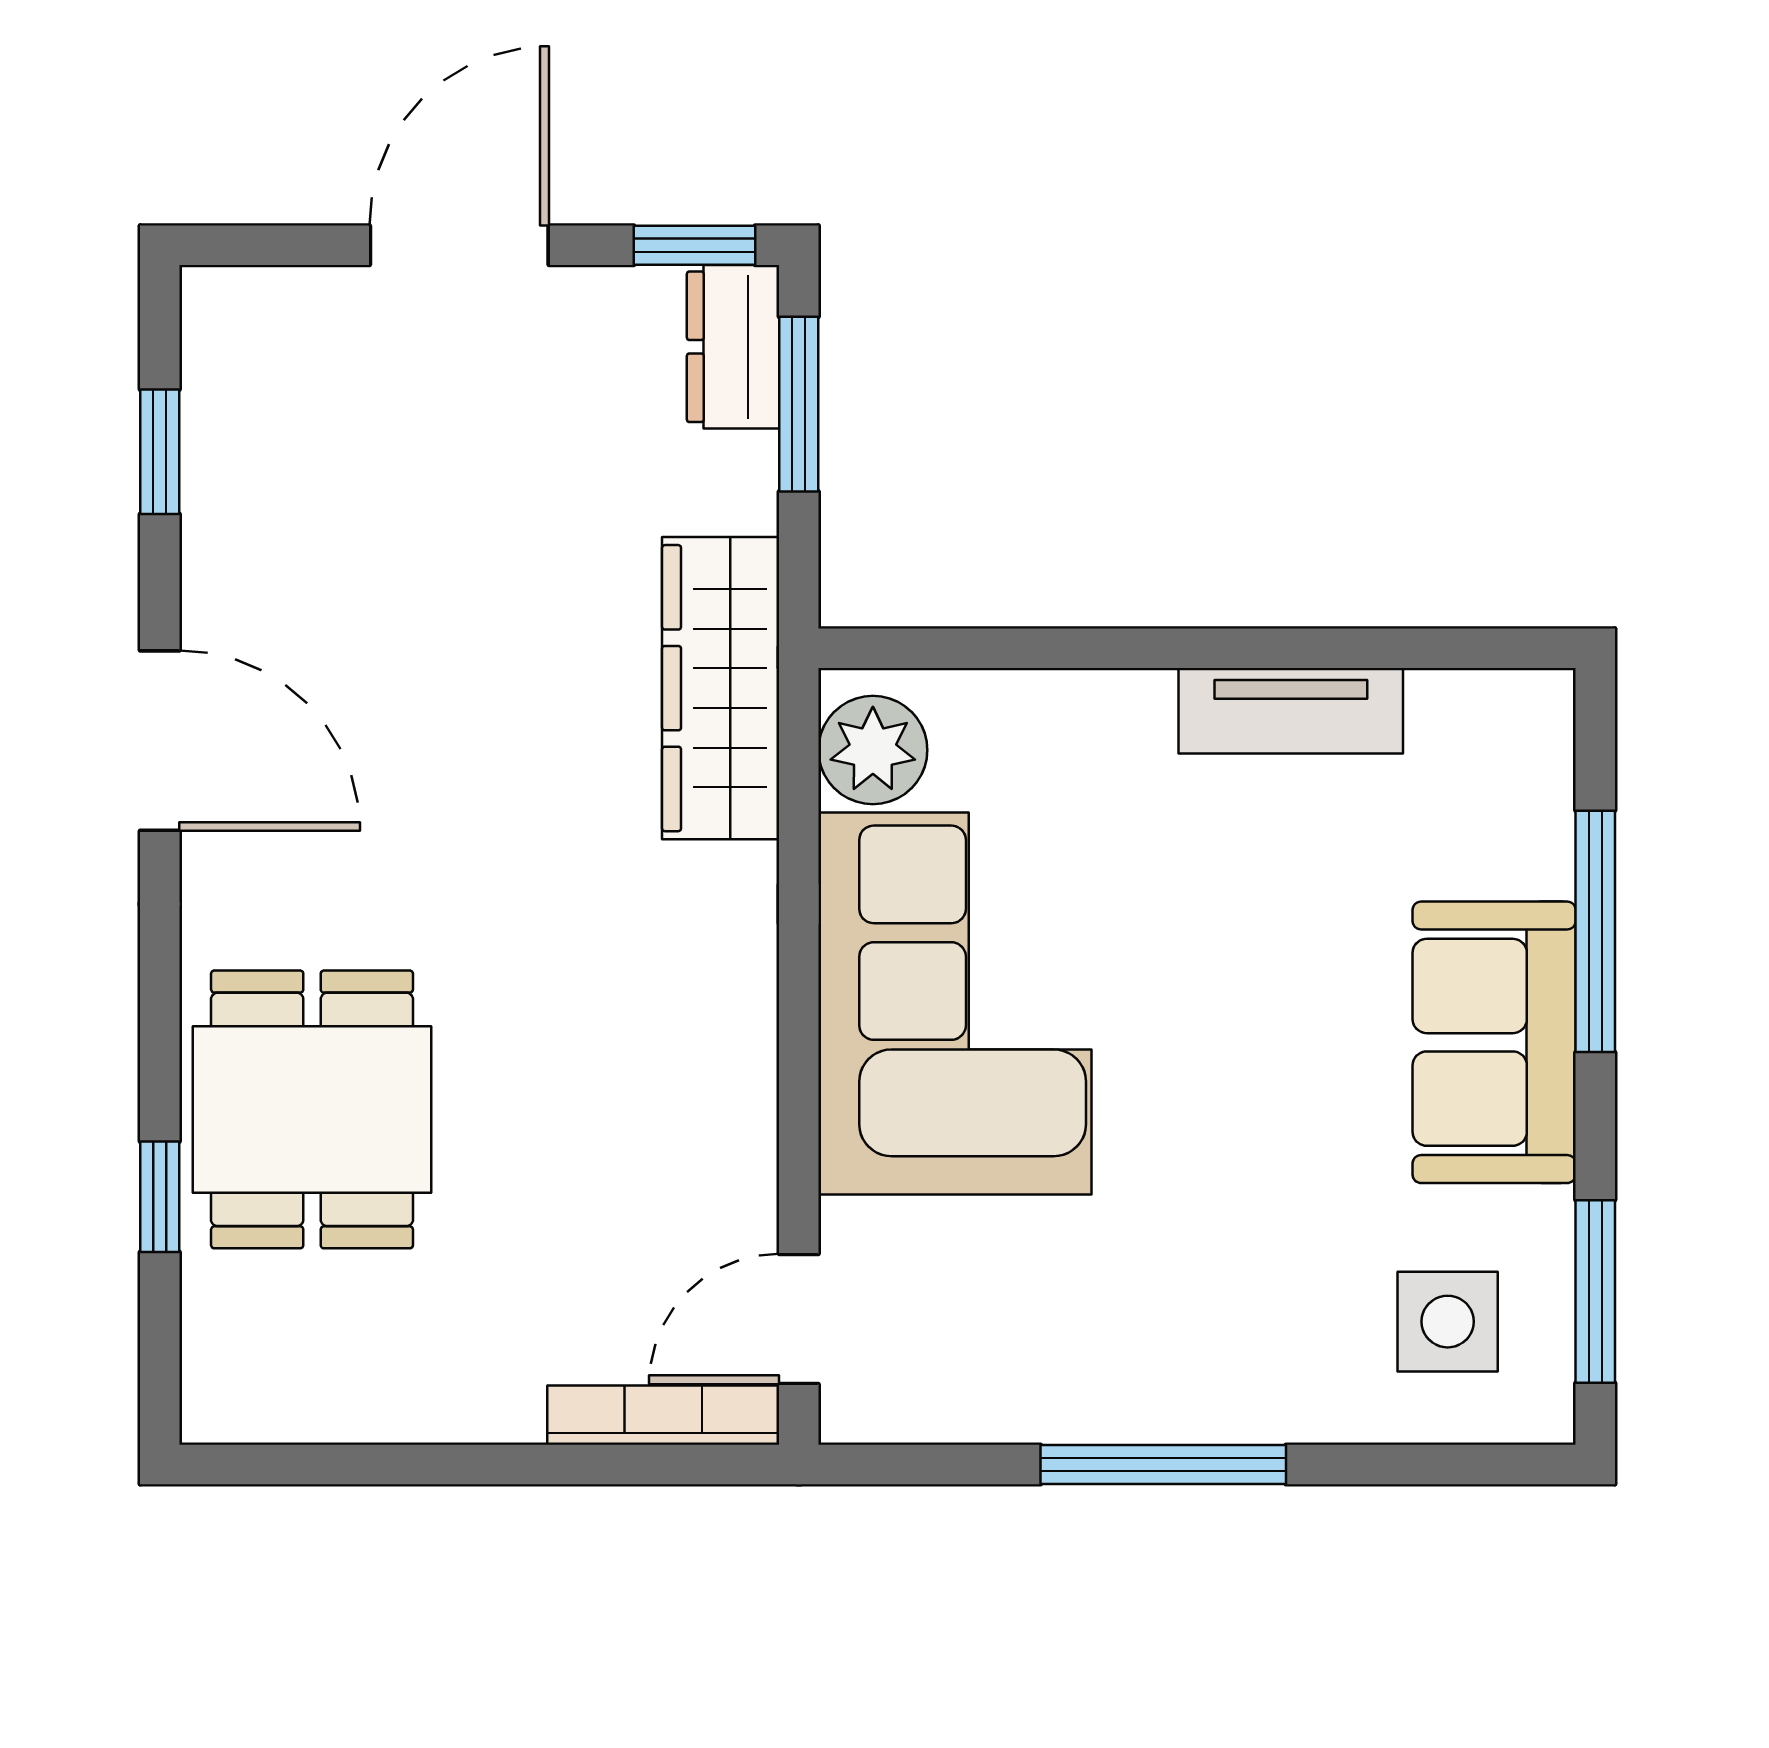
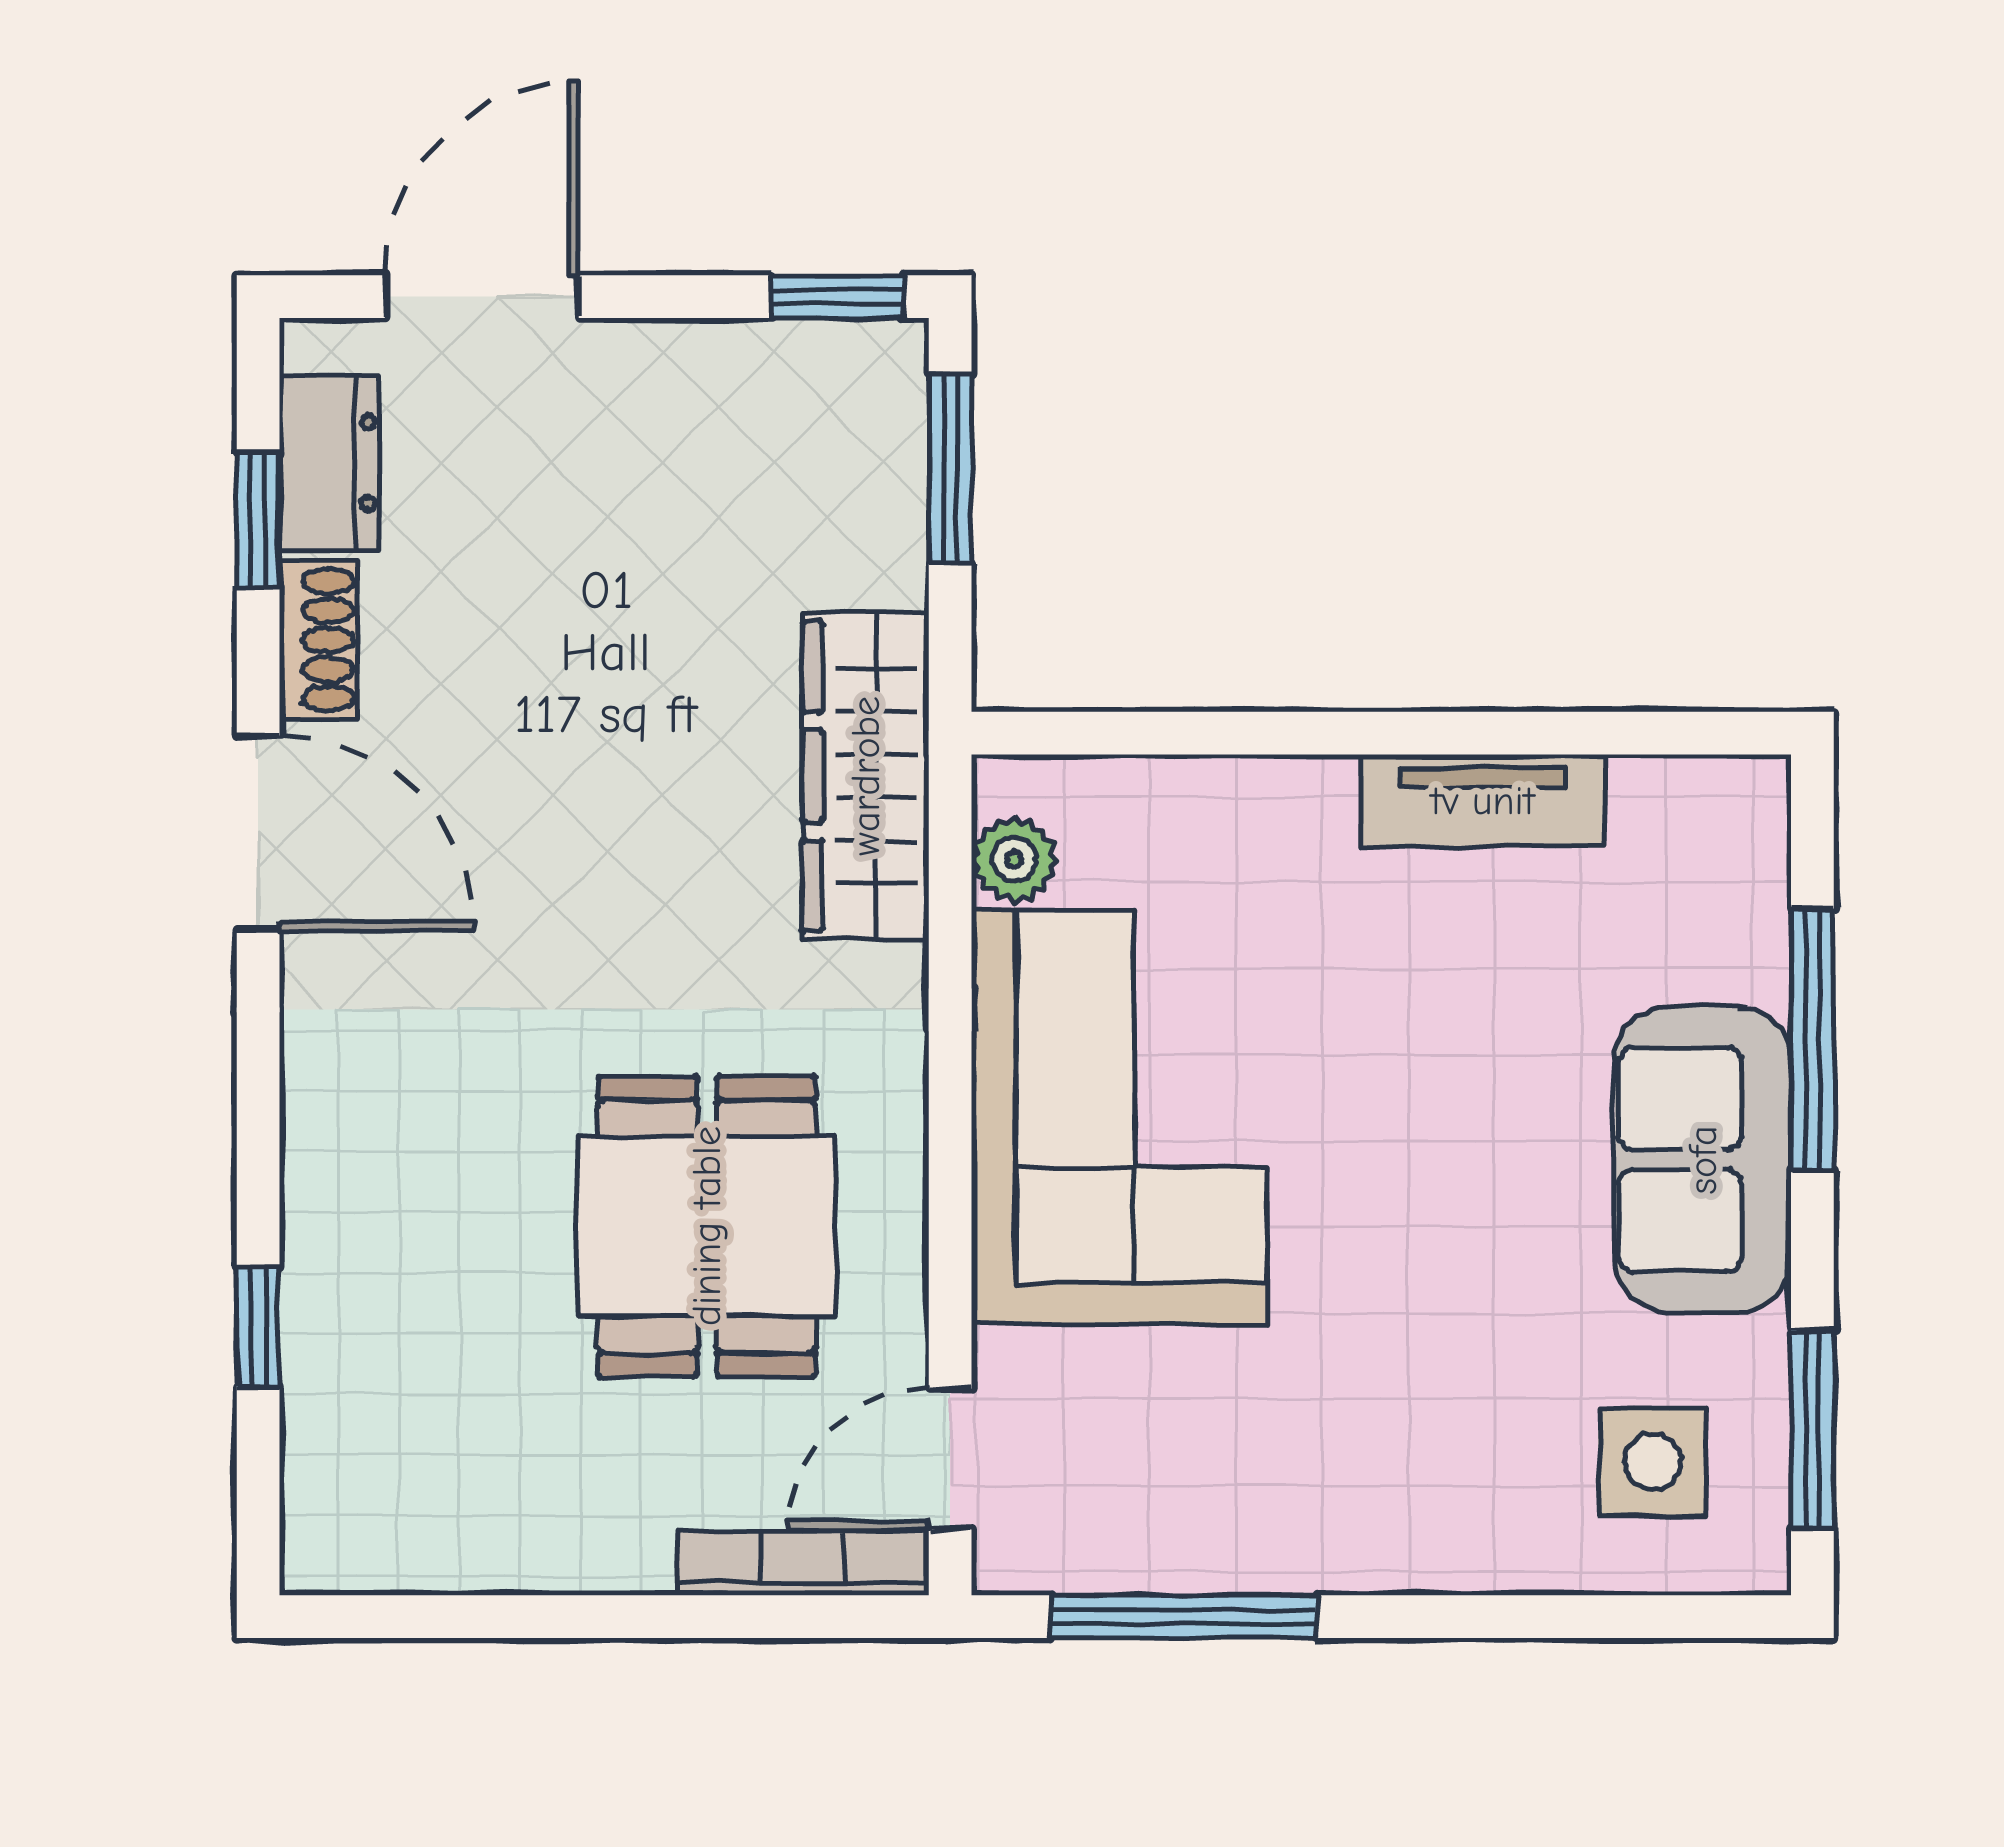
door: (459, 245) -> (482, 297), moved
dresser: (733, 347) -> (329, 463), moved, turned 180
shoe rack: (215, 562) -> (318, 640), added
plant: (873, 750) -> (1014, 859), width x0.73, depth x0.73
dining table: (312, 1109) -> (707, 1226), moved
window: (1163, 1464) -> (1183, 1617), moved

